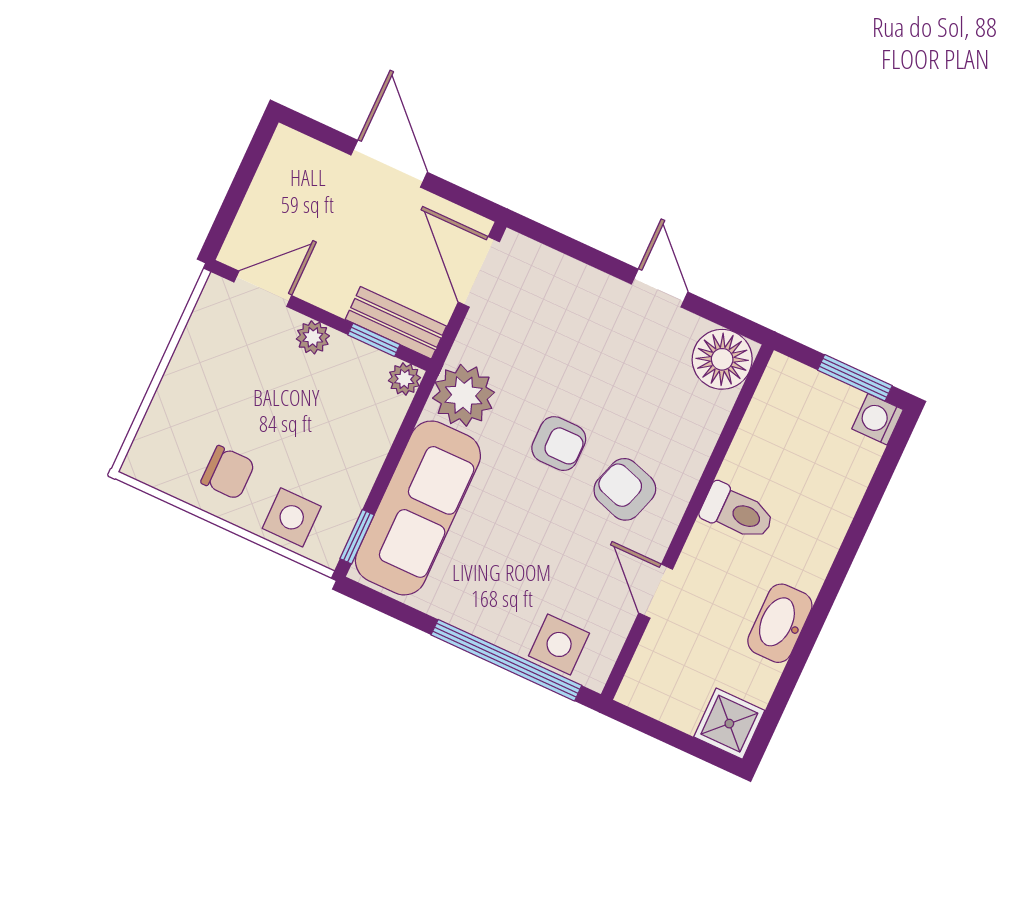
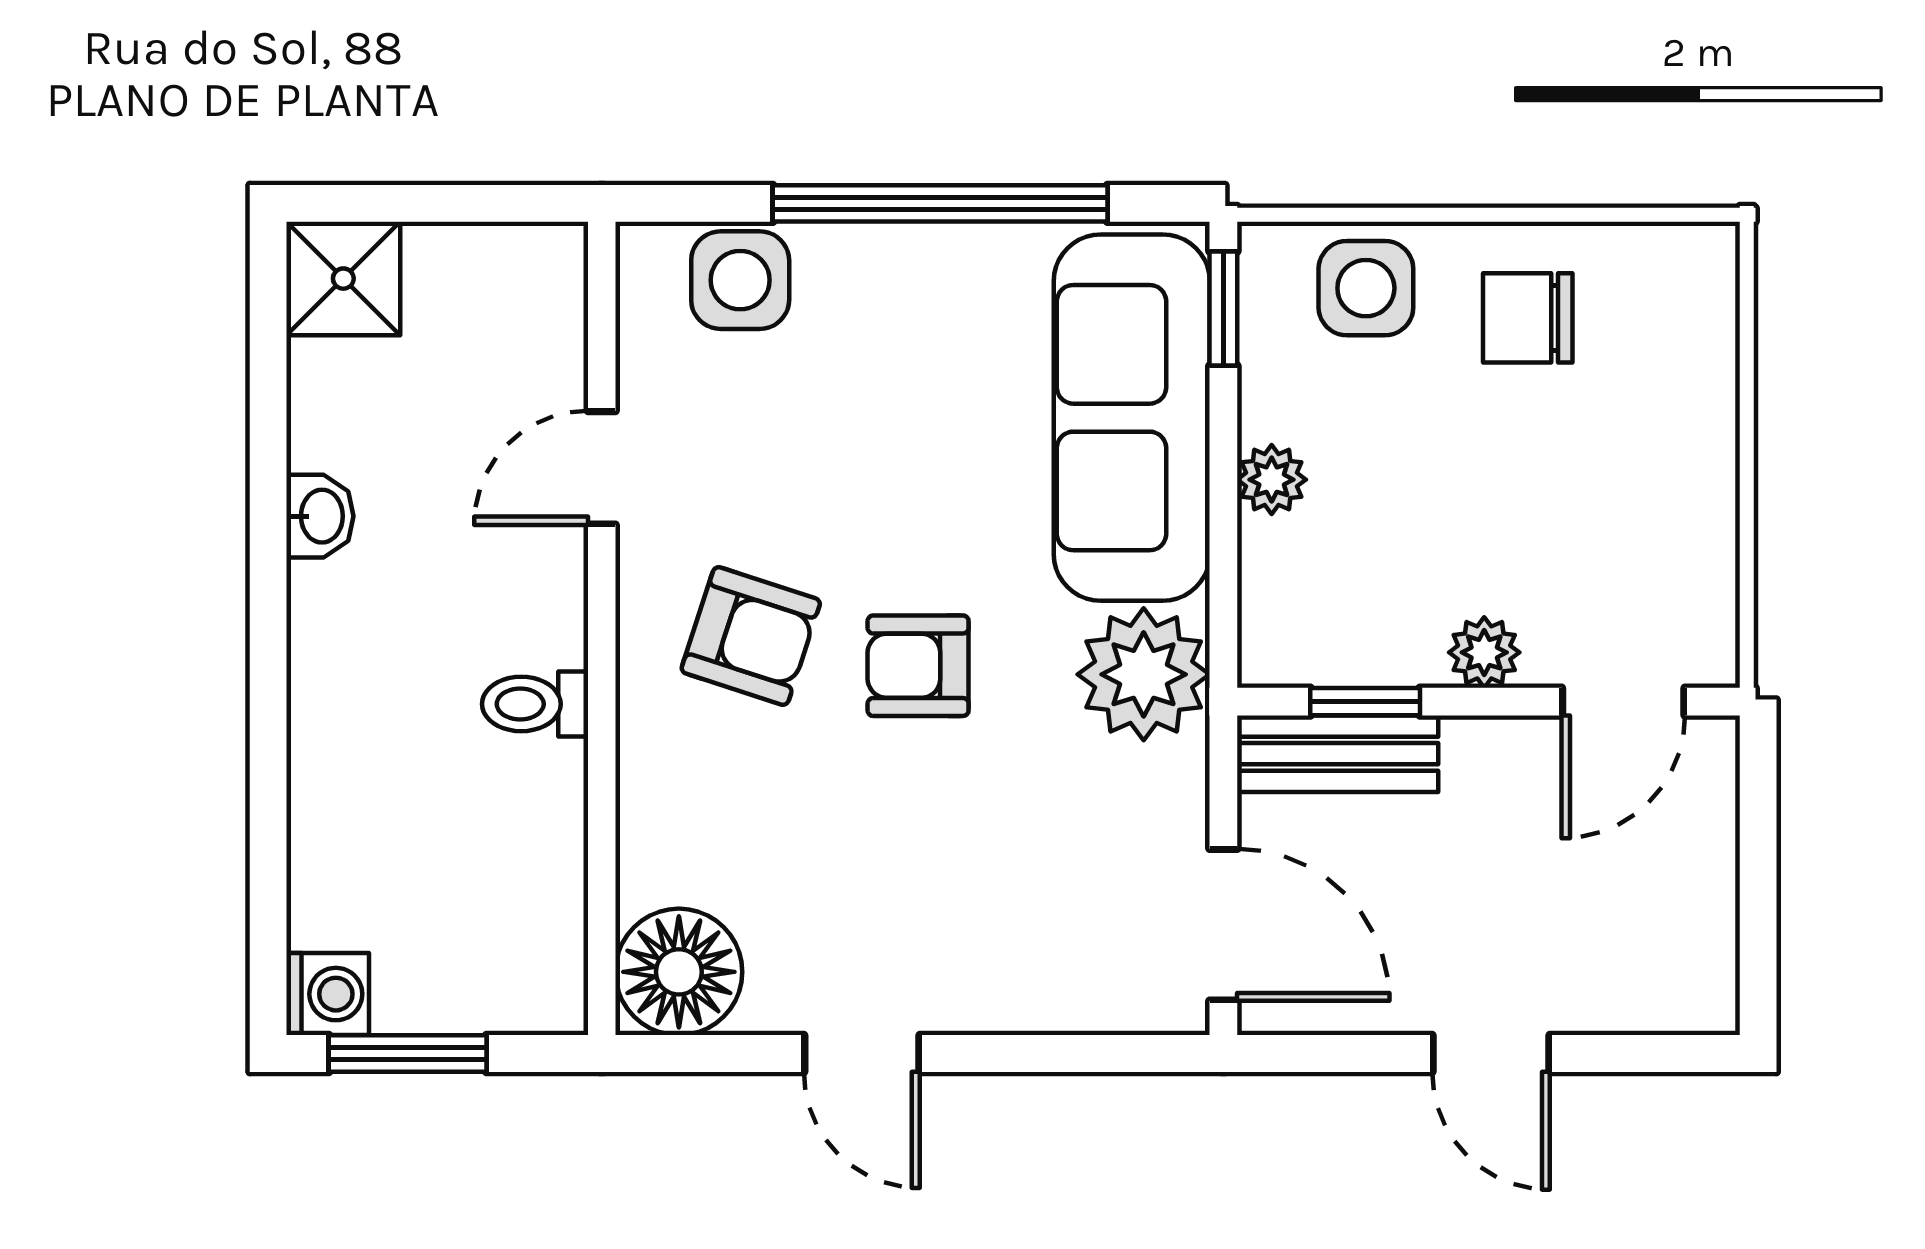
door: (389, 164) -> (1491, 1053), width x0.73
plant: (404, 379) -> (1272, 480), moved
toilet: (737, 512) -> (535, 704), width x0.73, depth x0.72
door: (656, 591) -> (602, 468), swing flipped
washbasin: (780, 623) -> (320, 516), width x0.52, depth x0.69
window: (506, 660) -> (940, 203), moved

